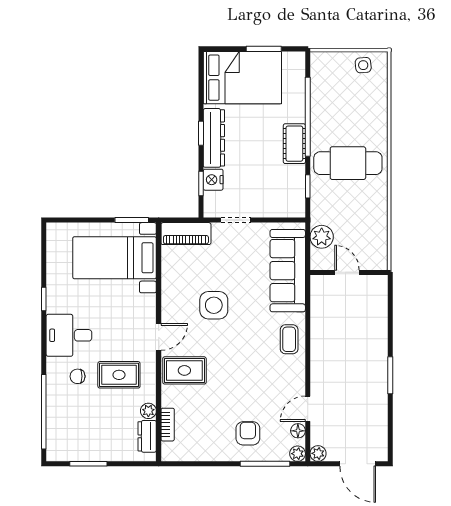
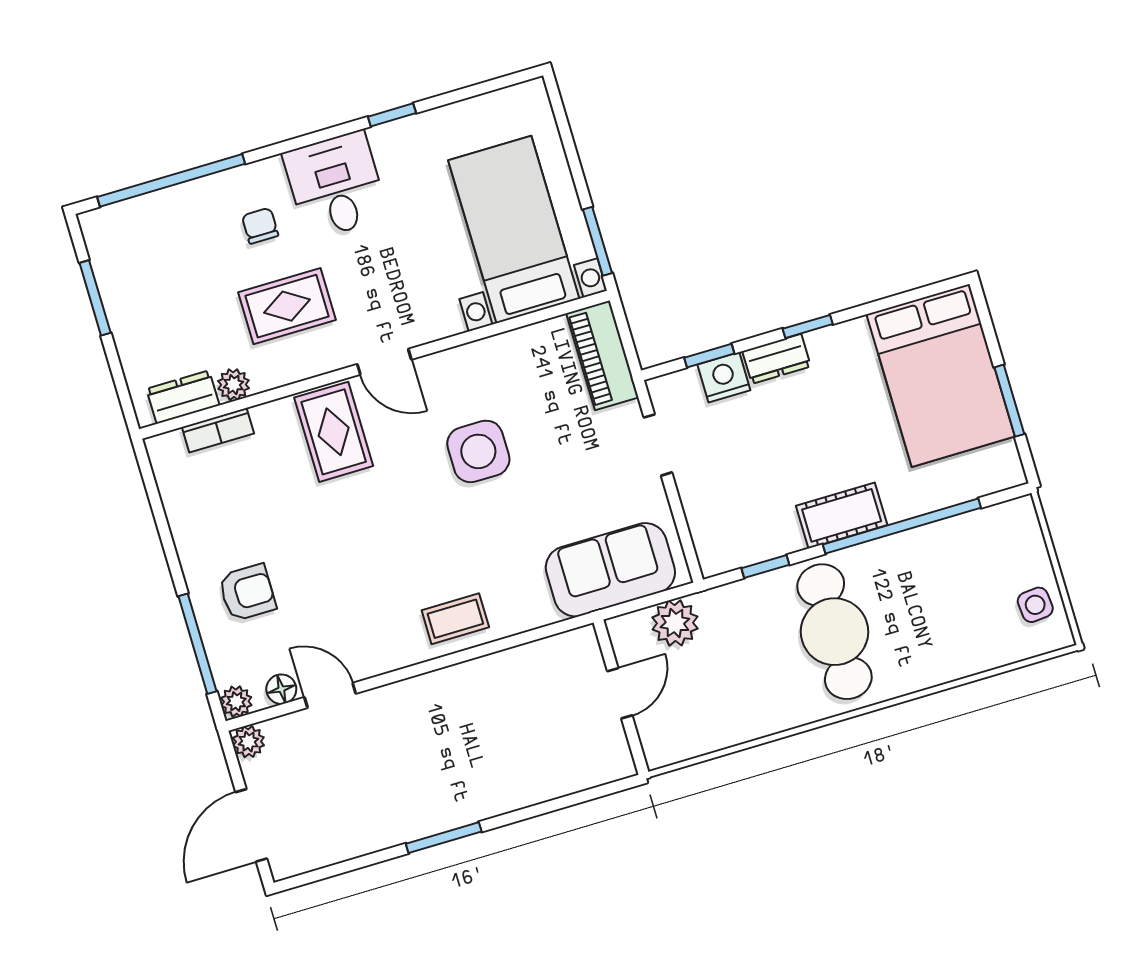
dresser: (214, 138) -> (777, 359), width x0.51, depth x0.80
sofa: (288, 271) -> (610, 570), width x0.73
rug: (119, 375) -> (287, 306), turned 90

